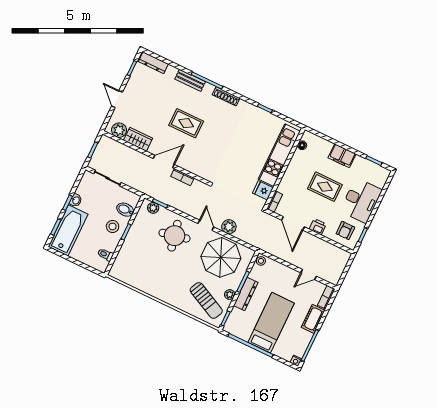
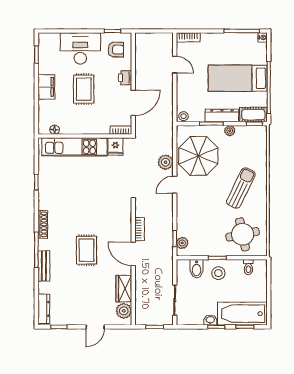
round table: (174, 236) -> (243, 234), moved
sun lounger: (206, 300) -> (241, 188), moved
cot: (313, 319) -> (253, 115), moved

